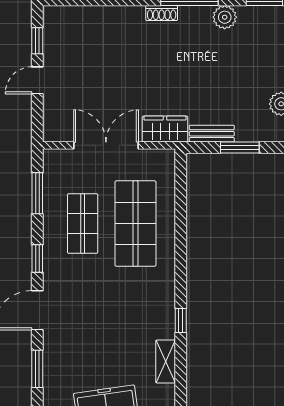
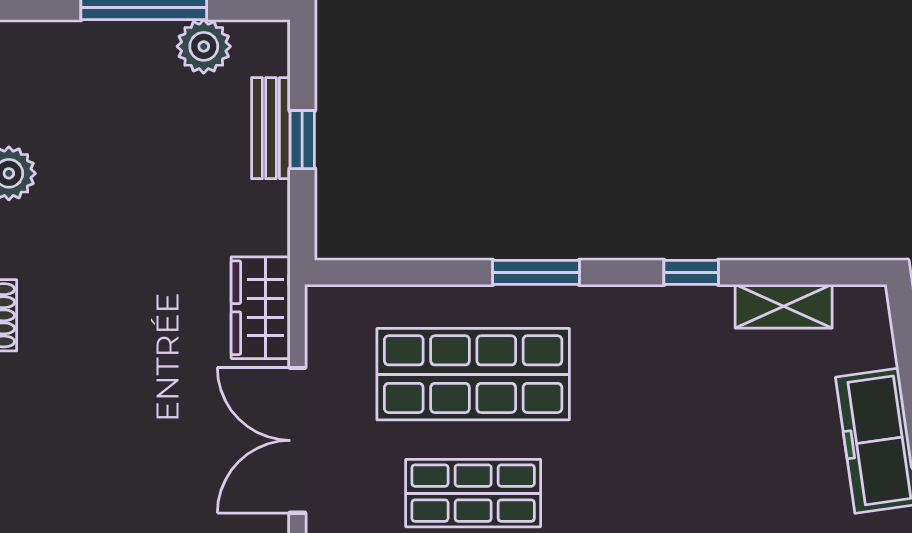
bench: (212, 134) -> (271, 128), moved
window: (240, 148) -> (302, 140), width x0.67
window: (181, 251) -> (536, 272), added

